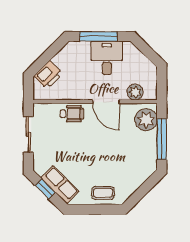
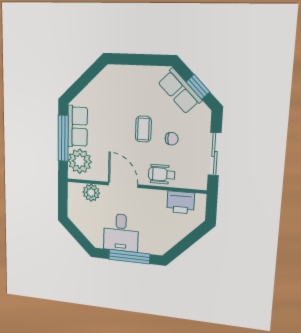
printer: (48, 75) -> (181, 202), moved, turned -135
chair: (65, 145) -> (172, 139), added
row of seats: (148, 150) -> (78, 126), added
coffee table: (103, 193) -> (143, 129), moved, turned 90

